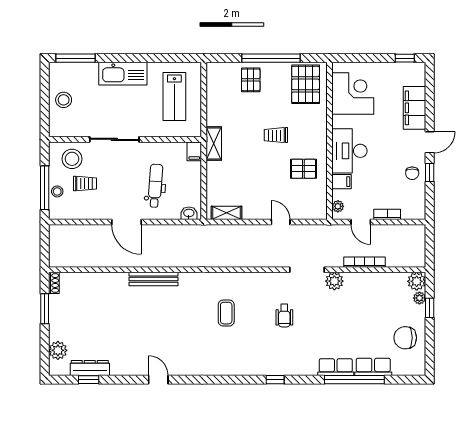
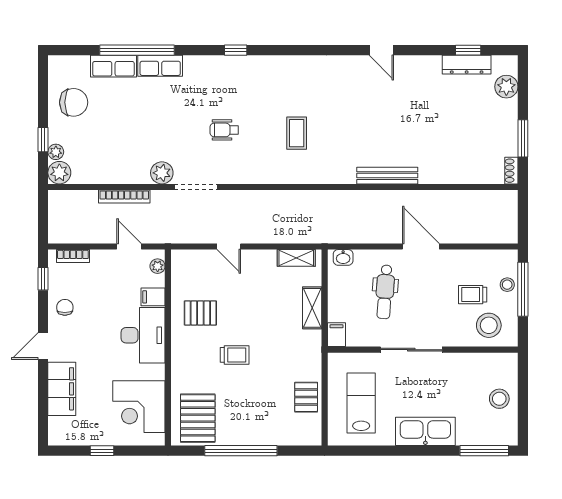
window: (405, 58) -> (102, 451), moved
pallet: (251, 80) -> (306, 397), moved
sliding door: (114, 139) -> (411, 350), moved
shelving: (214, 144) -> (312, 308), moved
window: (430, 172) -> (43, 279), moved
bookcase: (387, 214) -> (73, 256), moved
wheelchair: (284, 316) -> (224, 130), turned -90

